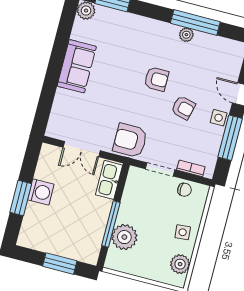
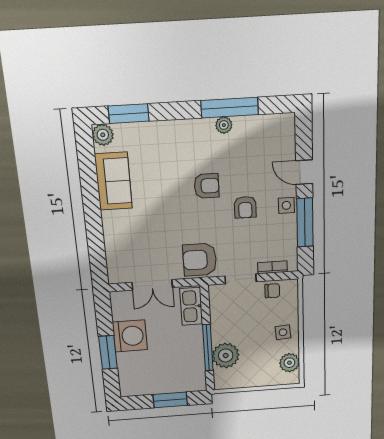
sofa: (77, 66) -> (113, 181), moved
armchair: (183, 108) -> (245, 207), turned 76
washing machine: (41, 192) -> (130, 336), width x1.37, depth x1.37

